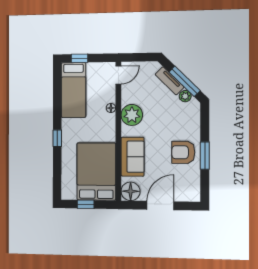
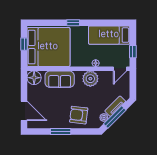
window: (79, 58) -> (133, 52), moved
door: (118, 75) -> (120, 69), hinge flipped
armchair: (183, 152) -> (79, 115), moved, turned -83
bed: (96, 172) -> (48, 47), width x1.36
door: (160, 205) -> (24, 111), moved

